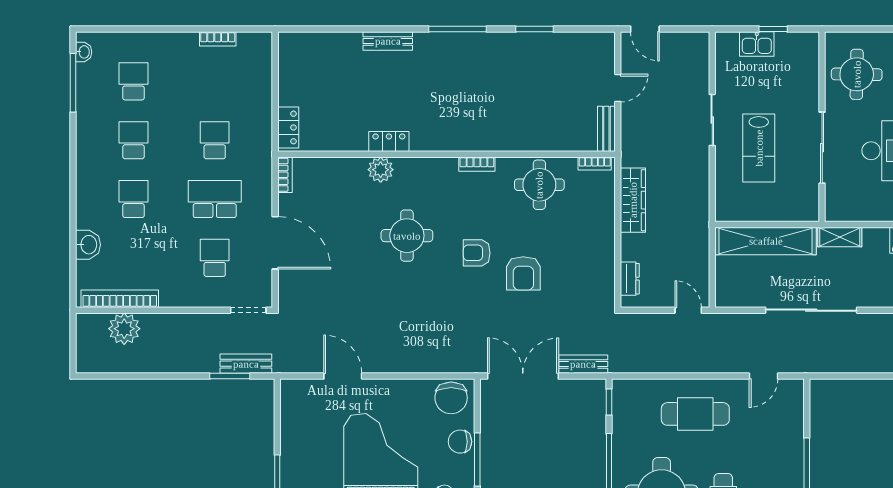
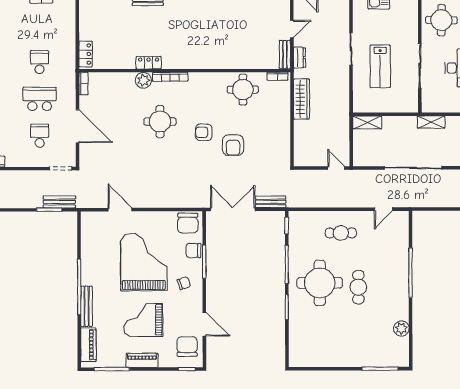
bookcase: (477, 164) -> (170, 77), moved, width x1.56
shelving: (766, 241) -> (367, 122), width x0.45, depth x0.75
dresser: (630, 279) -> (299, 58), moved
cafe table: (695, 414) -> (341, 233), width x0.73, depth x0.74

